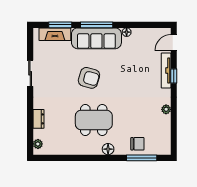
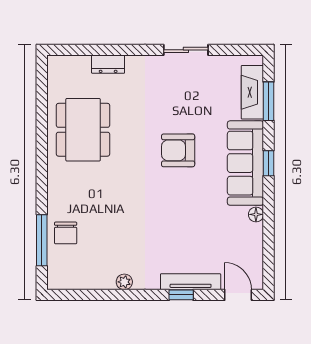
window: (97, 25) -> (269, 163), width x0.46
armchair: (89, 78) -> (178, 150), turned 74
dining table: (94, 120) -> (83, 130), moved
plant: (38, 144) -> (65, 63), removed
floor lamp: (108, 149) -> (57, 183), removed

